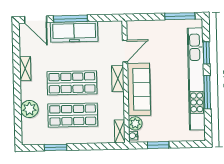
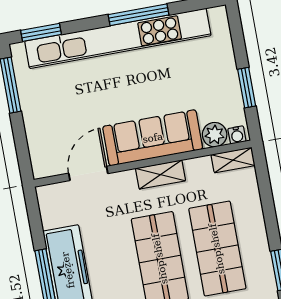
door: (125, 51) -> (88, 173), hinge flipped
window: (206, 53) -> (41, 32), moved
shelving: (118, 79) -> (160, 175), moved

